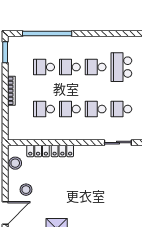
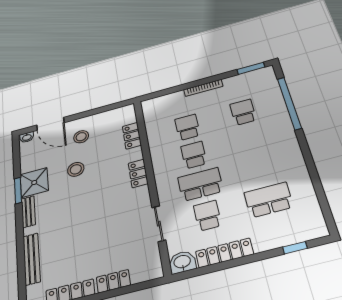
school desk: (70, 67) -> (251, 140), removed
school desk: (96, 67) -> (260, 169), removed
school desk: (96, 109) -> (200, 184), width x1.85
locker: (62, 151) -> (138, 173), moved
stool: (15, 163) -> (76, 169), moved

